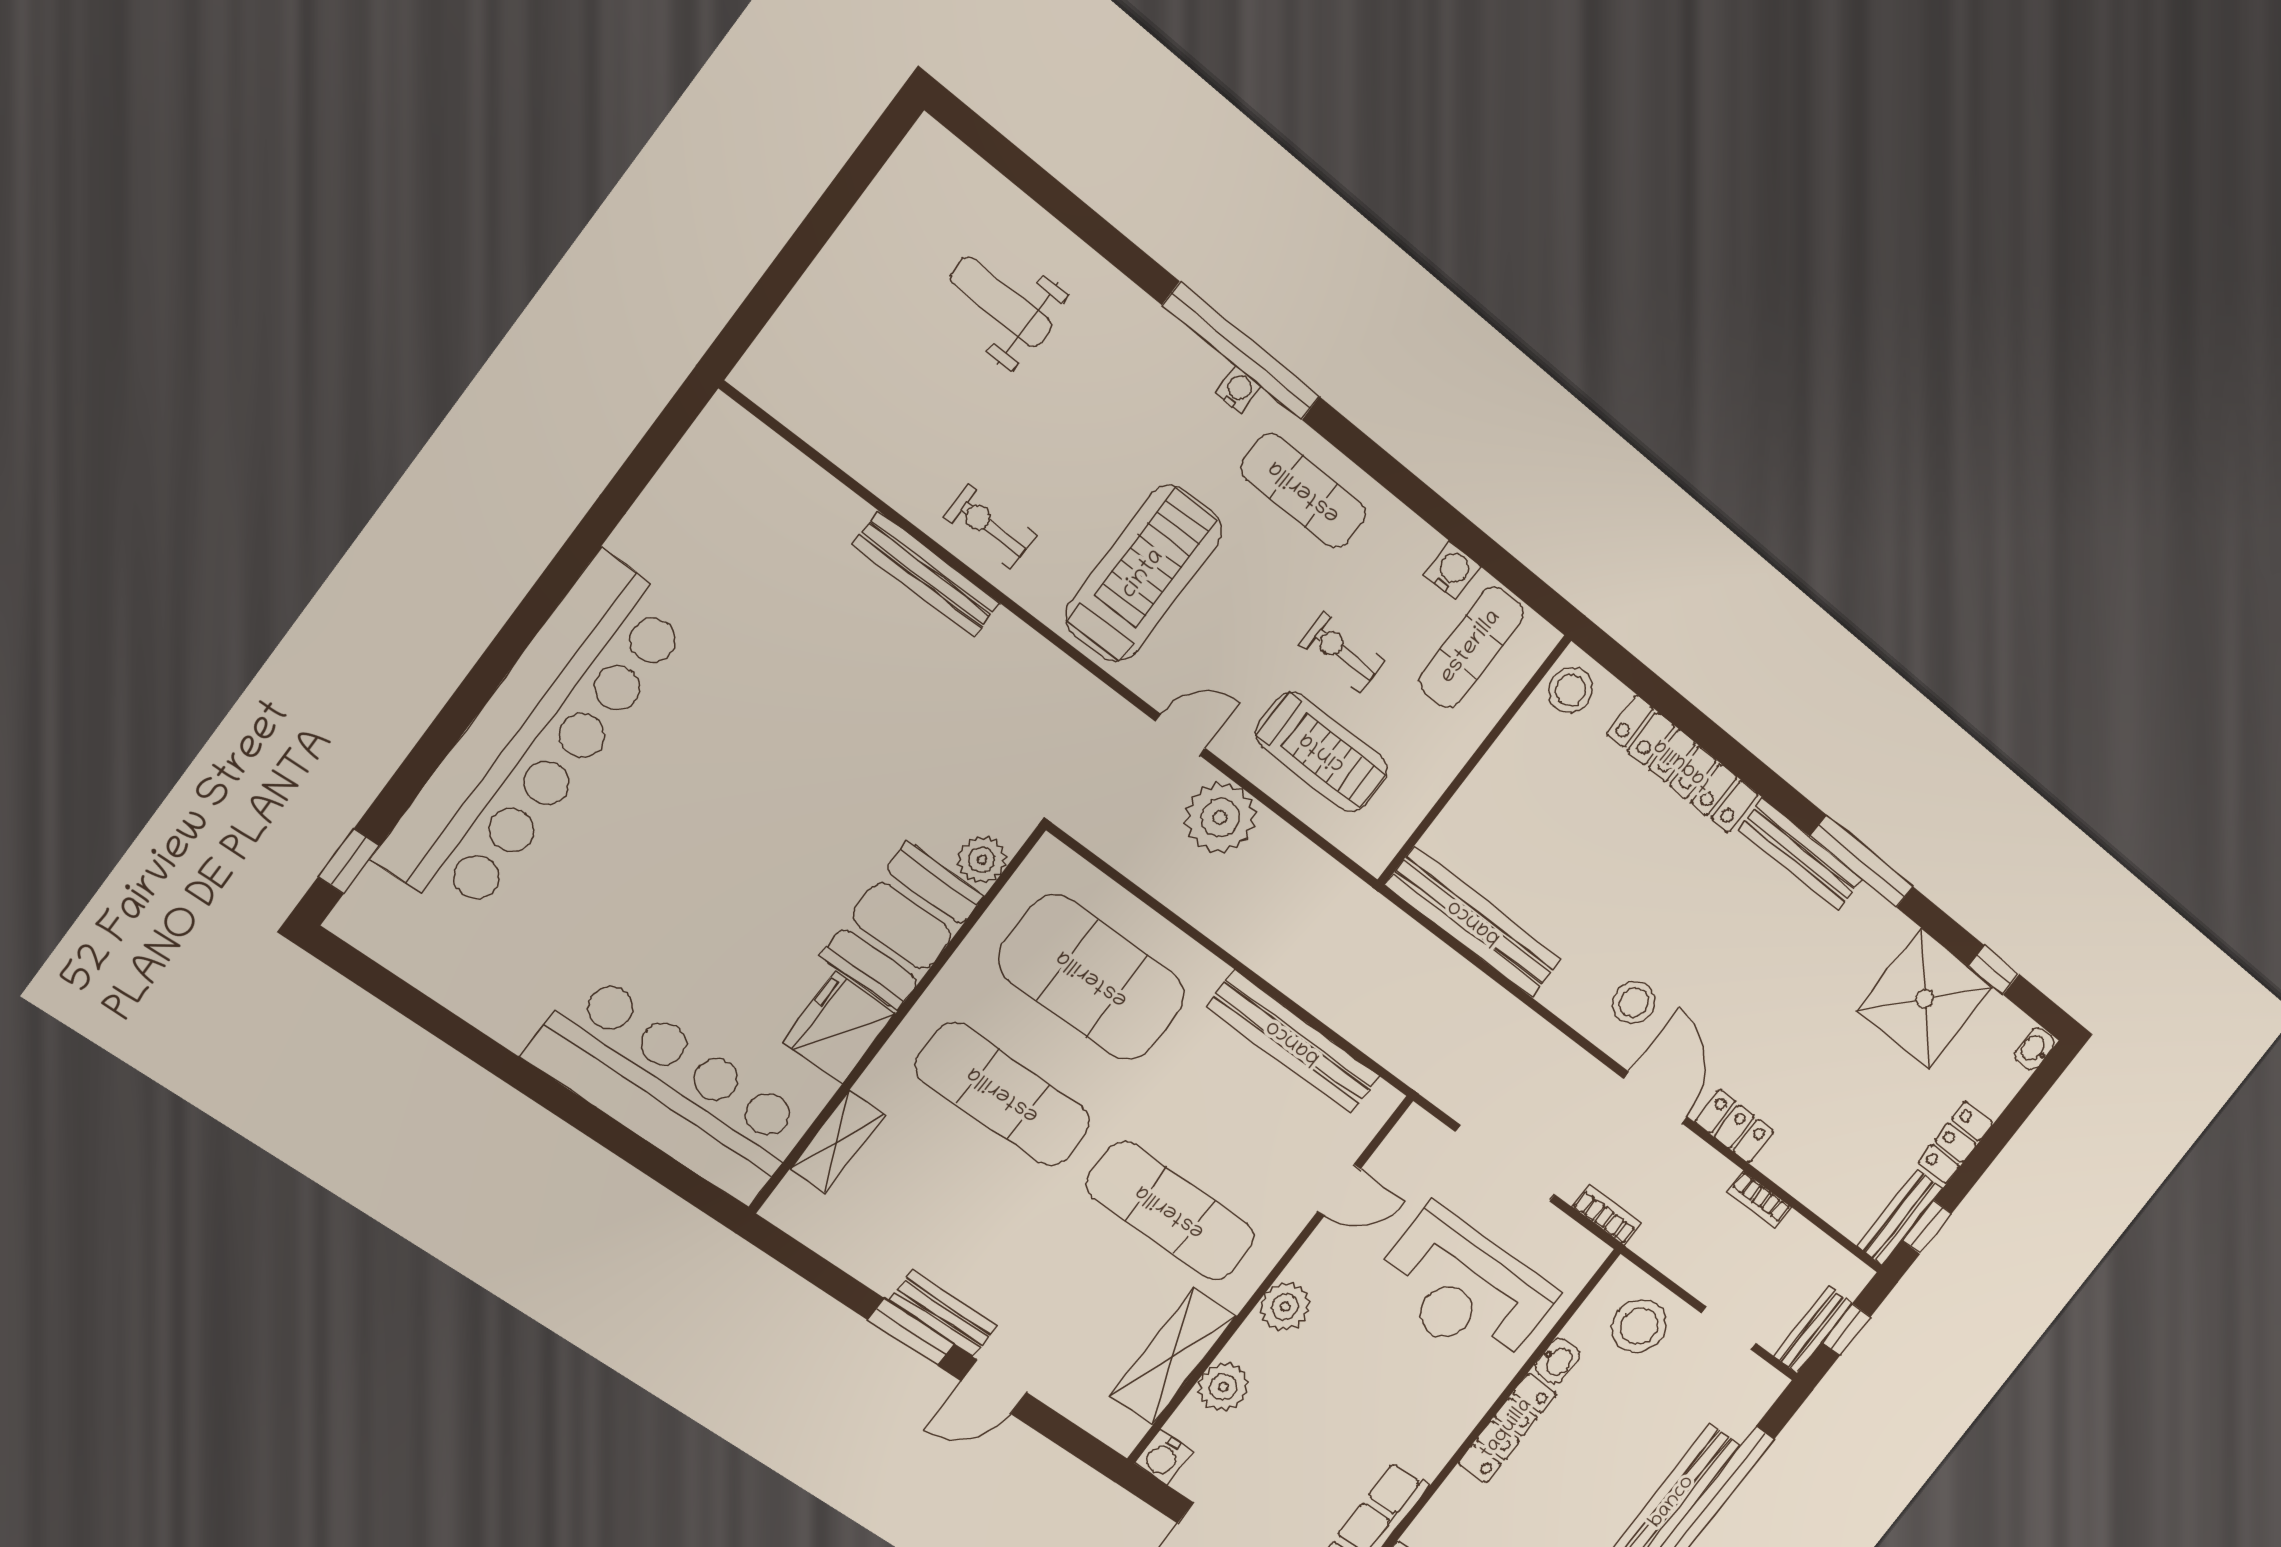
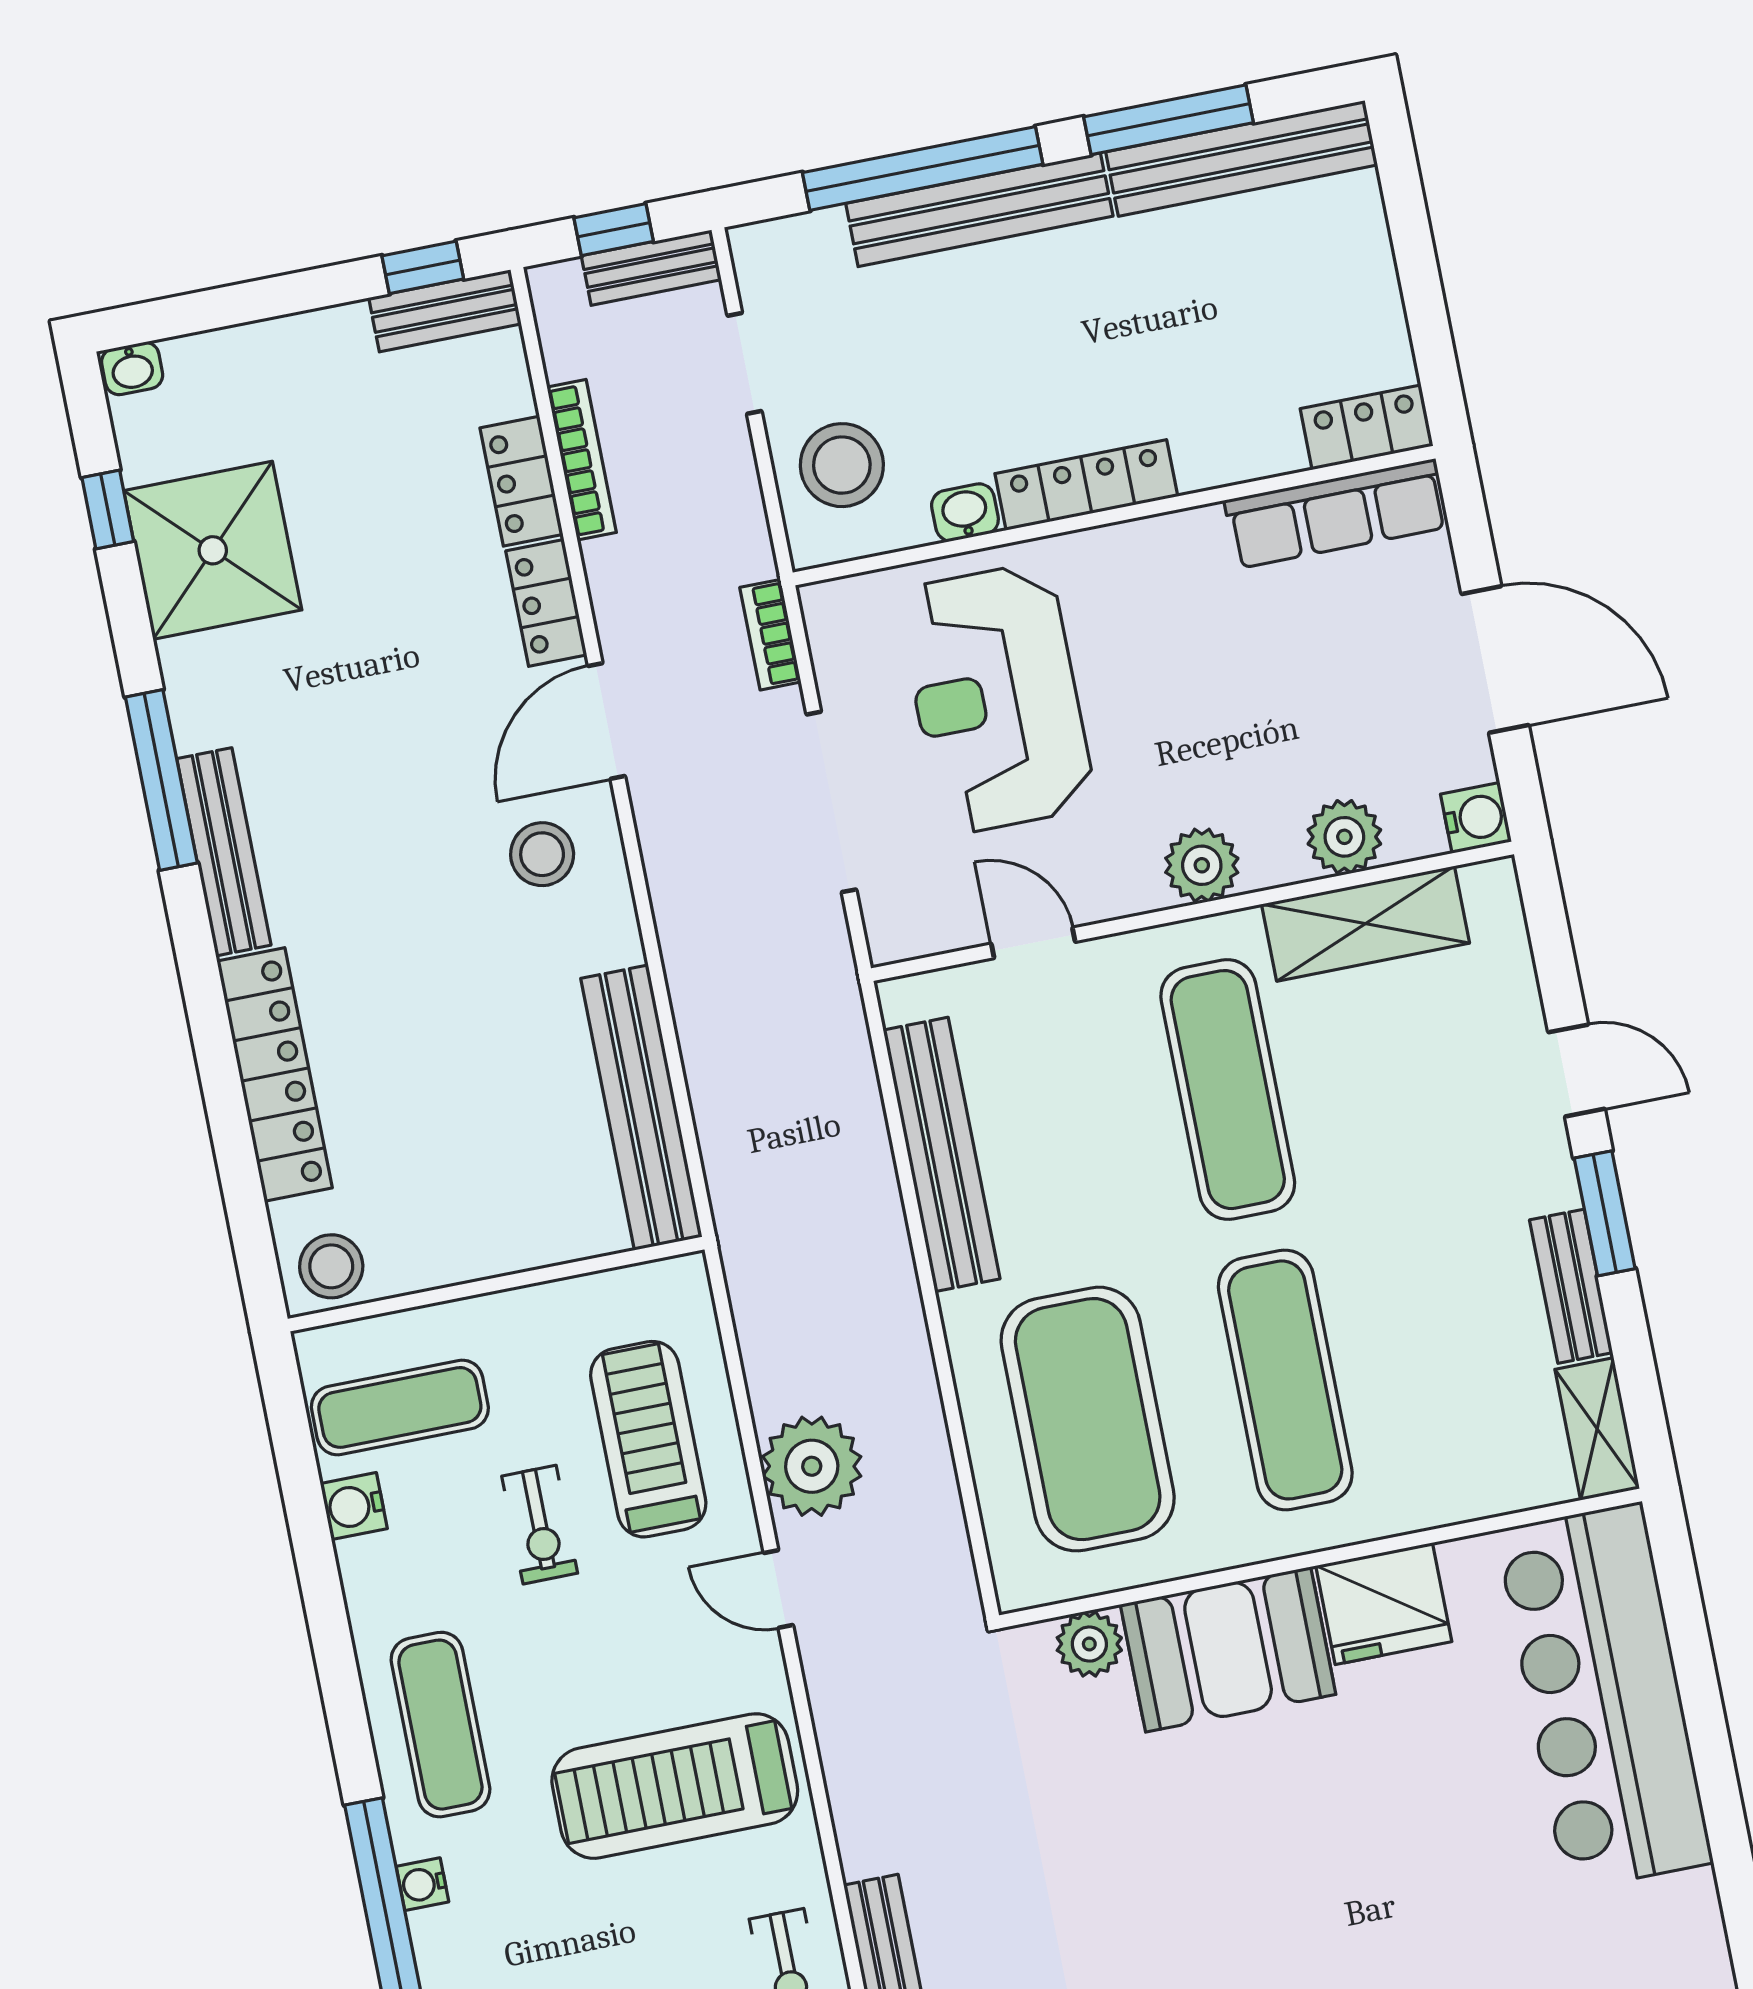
shelving: (837, 1142) -> (1597, 1429), moved, turned 90
locker: (1956, 1143) -> (521, 481), moved, turned 90
bookcase: (1759, 1200) -> (582, 460), width x1.56
reception desk: (1464, 1289) -> (996, 699), turned 180
bench: (943, 1313) -> (1571, 1286), moved

